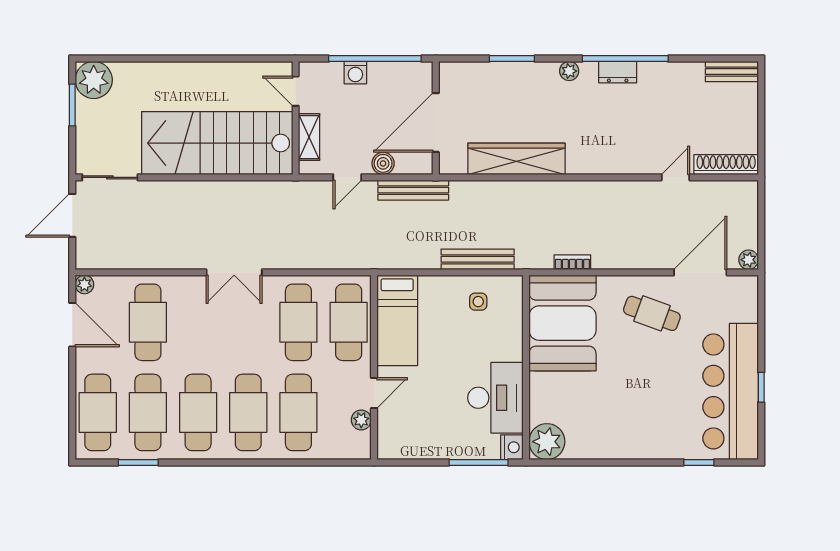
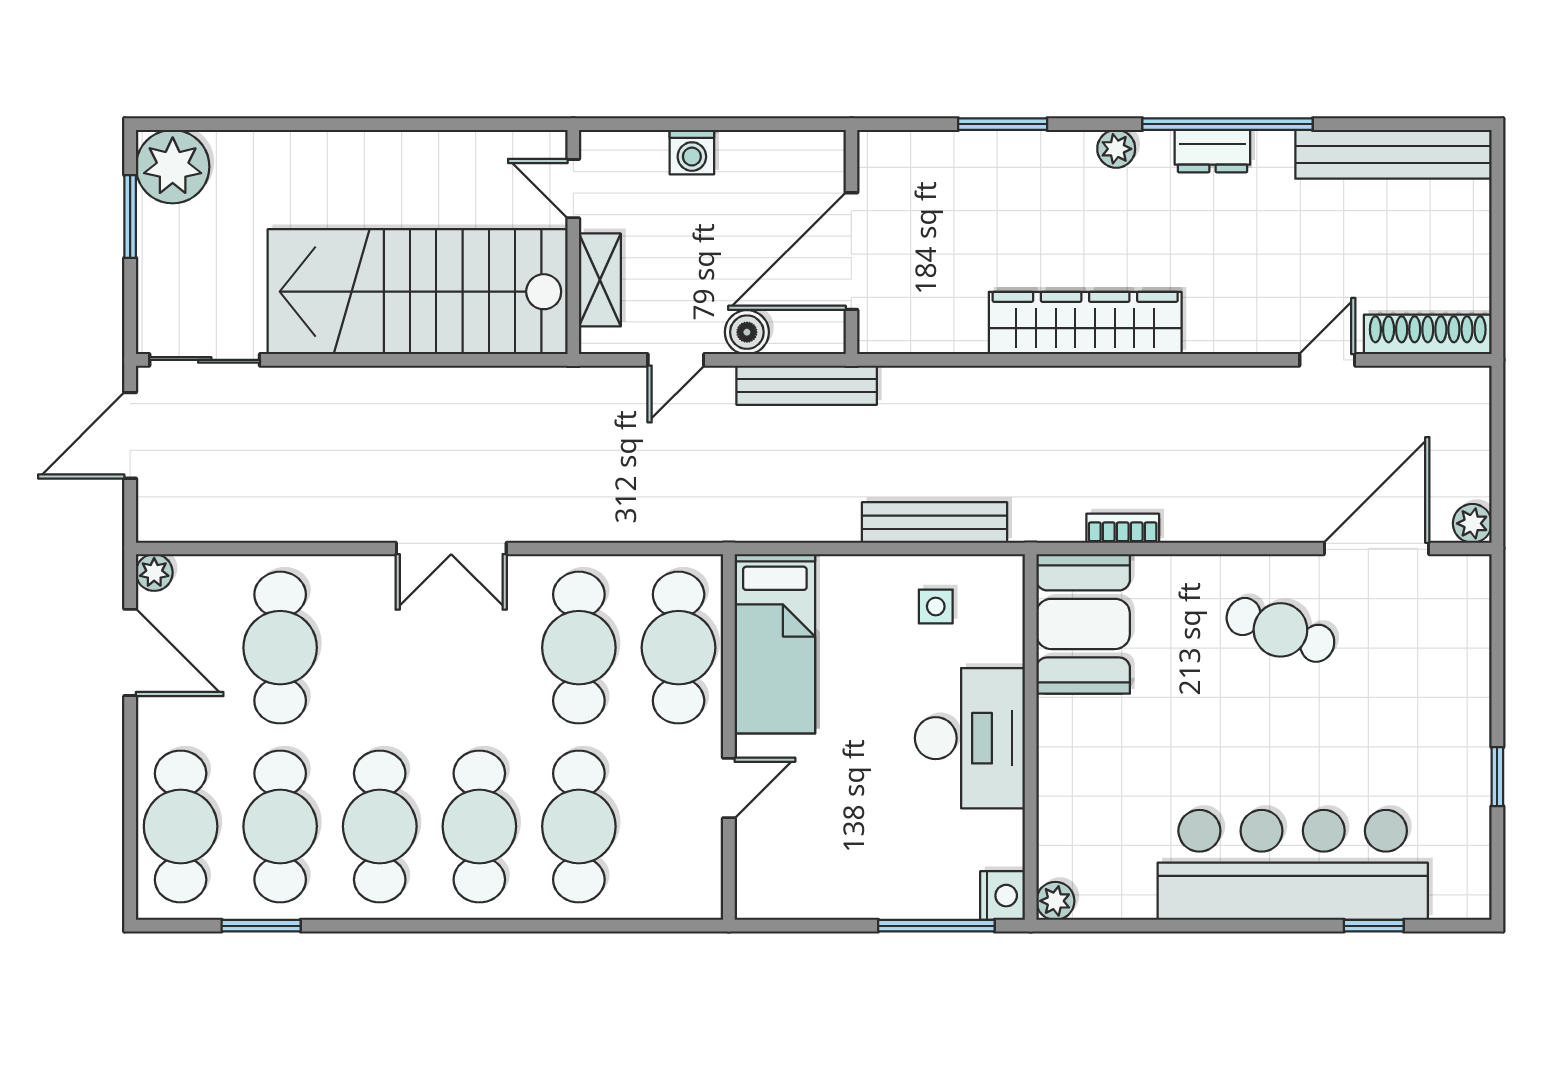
window: (375, 59) -> (731, 124), removed
bench: (732, 72) -> (1394, 154), width x1.86, depth x1.21
wardrobe: (517, 159) -> (1085, 323), moved
booth: (562, 323) -> (1083, 624), width x0.73, depth x0.70
bar counter: (731, 391) -> (1293, 865), moved, turned 90
desk: (495, 398) -> (970, 738), moved
plant: (361, 420) -> (704, 841), removed
plant: (547, 442) -> (1055, 901), width x0.53, depth x0.53

